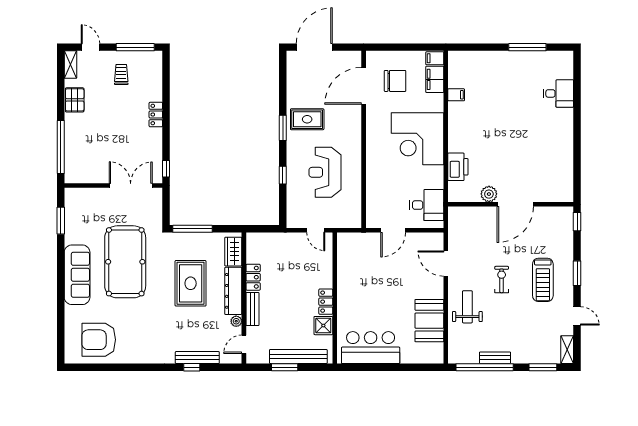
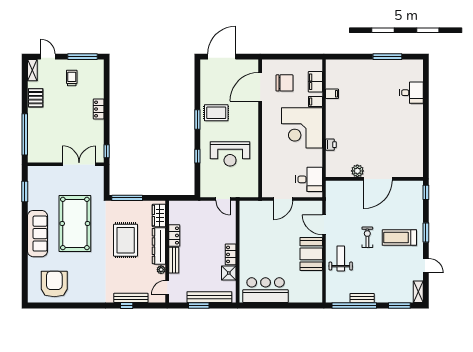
filing cabinet: (435, 58) -> (315, 101), moved
printer: (458, 167) -> (331, 145), width x0.53, depth x0.68
reception desk: (325, 172) -> (230, 154), turned -90
treadmill: (543, 280) -> (399, 238), turned 90
booth: (429, 321) -> (311, 254), moved
armchair: (99, 340) -> (54, 284), turned 90

